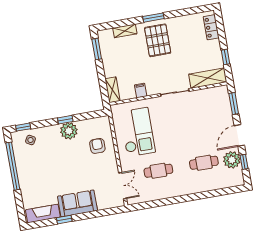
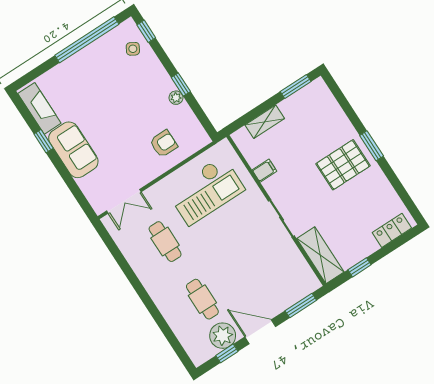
shelving: (125, 31) -> (337, 114), removed
shelving: (113, 90) -> (265, 122), moved
plant: (69, 131) -> (176, 98), width x0.53, depth x0.53

